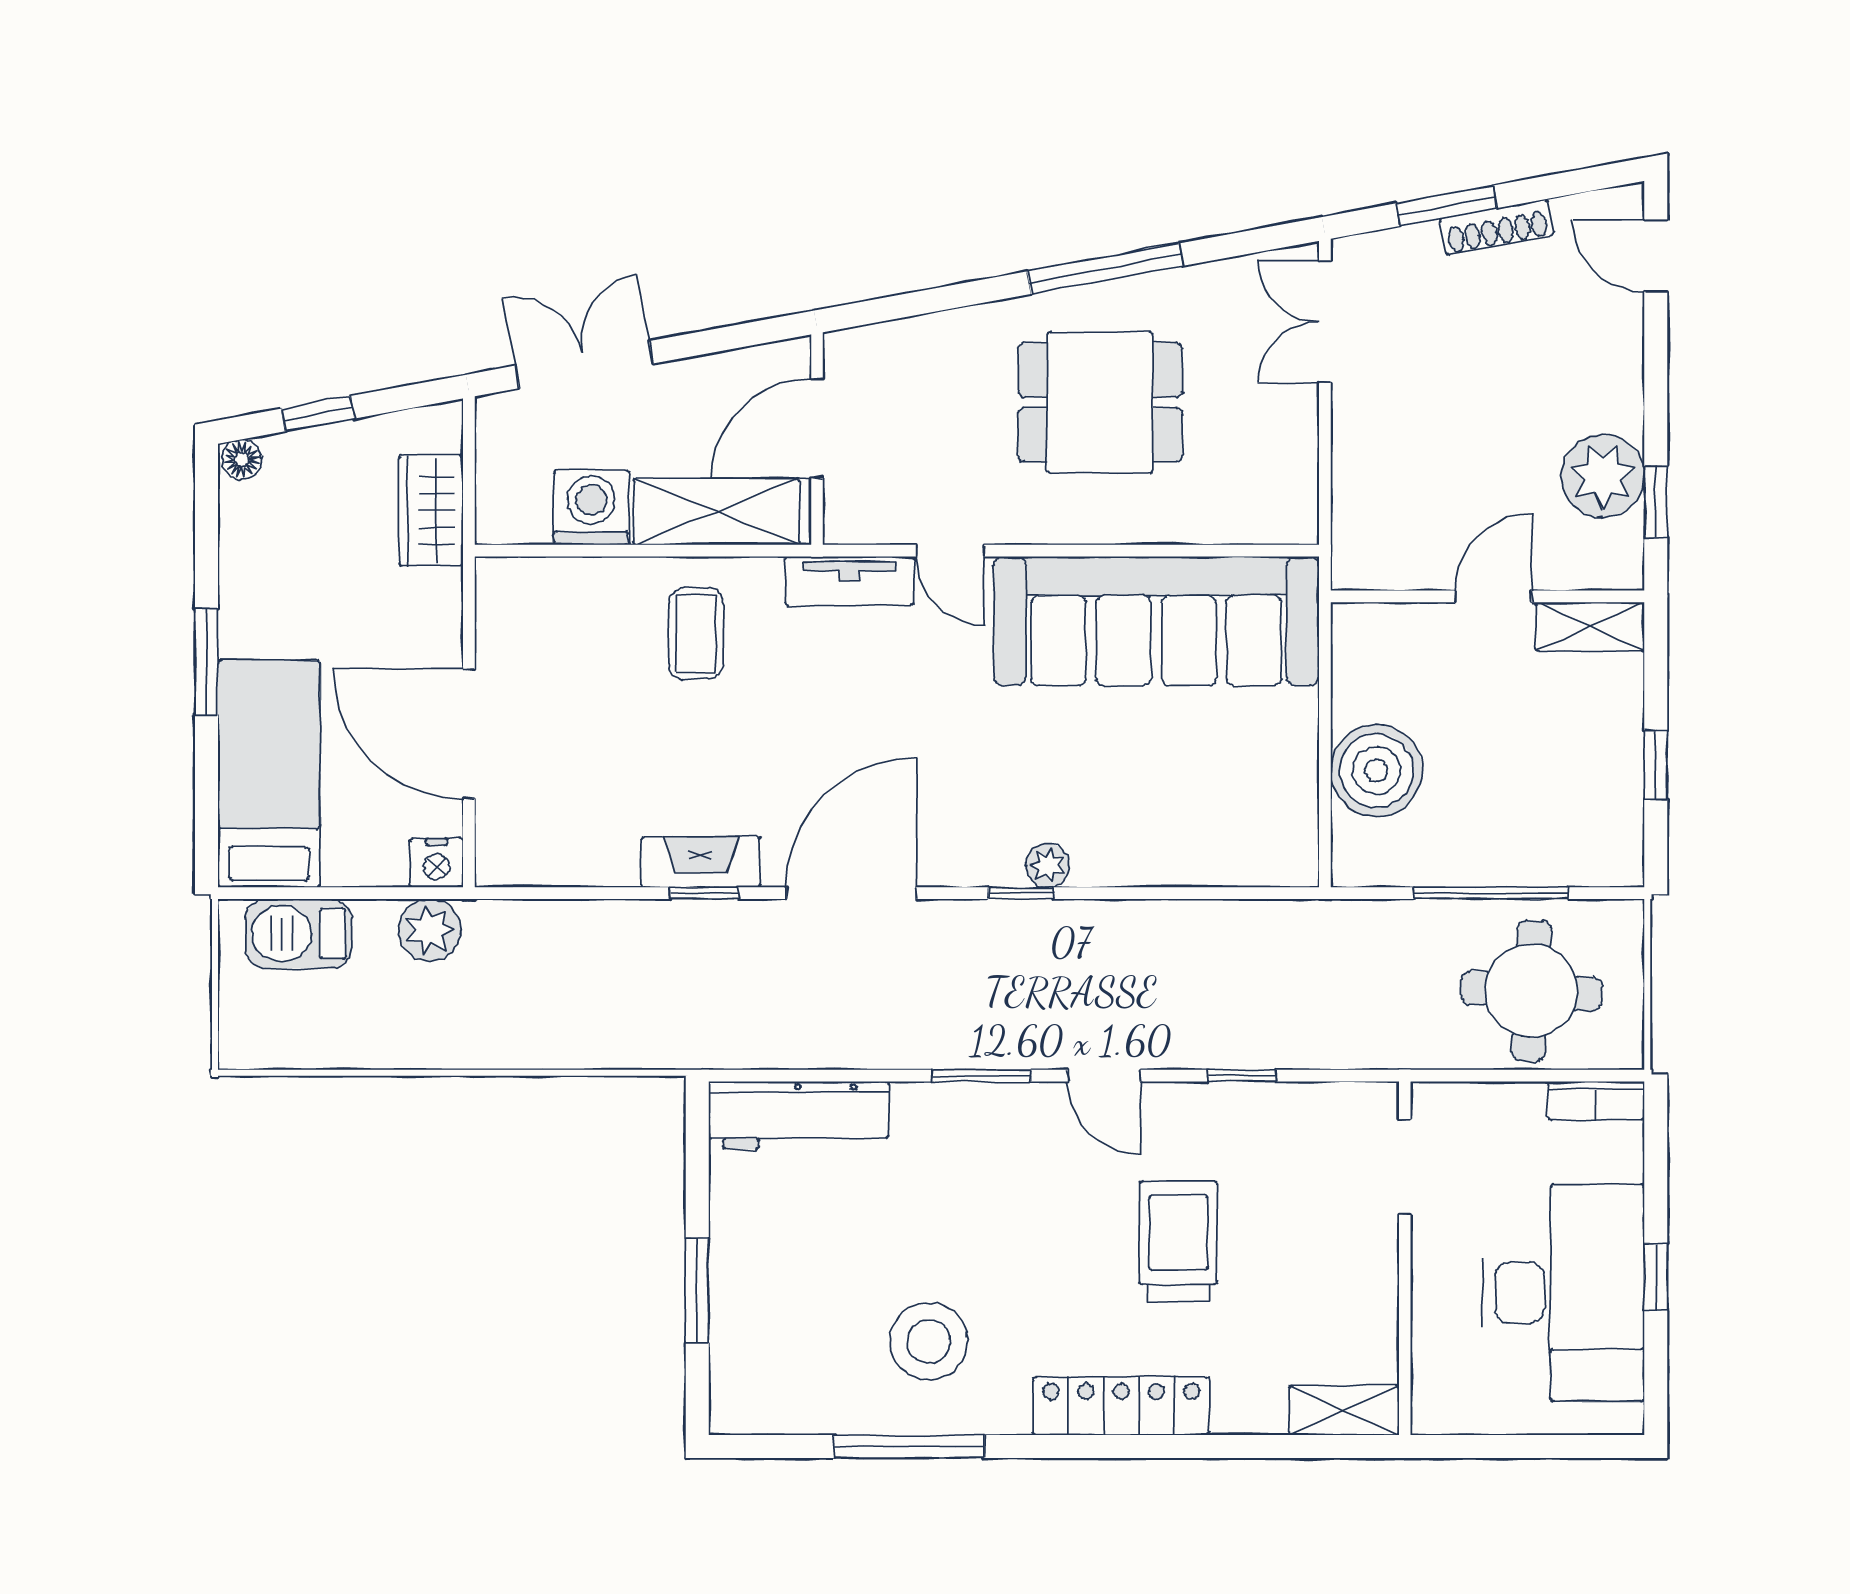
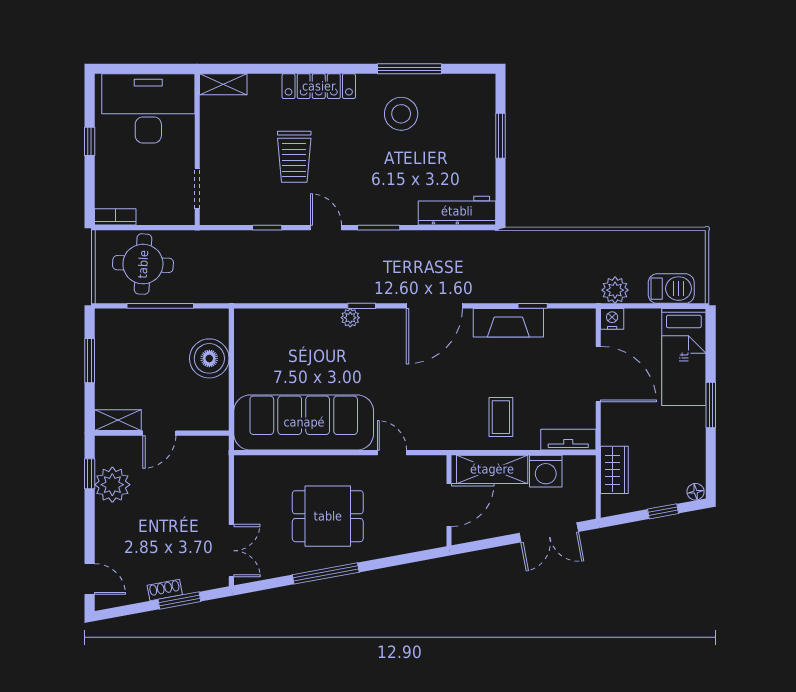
shoe rack: (1497, 227) -> (165, 590), width x0.70
tv unit: (849, 581) -> (568, 440), moved
window: (1656, 765) -> (90, 361), width x1.50
fireplace: (701, 862) -> (508, 323), width x1.37, depth x1.32
window: (704, 893) -> (533, 306), moved
desk: (1563, 1293) -> (148, 108), moved, turned 90

